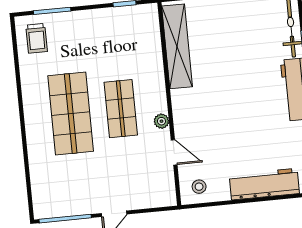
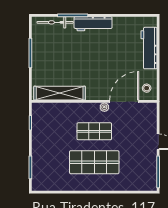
trolley: (37, 38) -> (46, 179), removed
door: (174, 152) -> (124, 101), width x1.87

